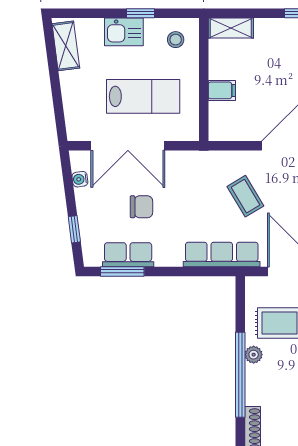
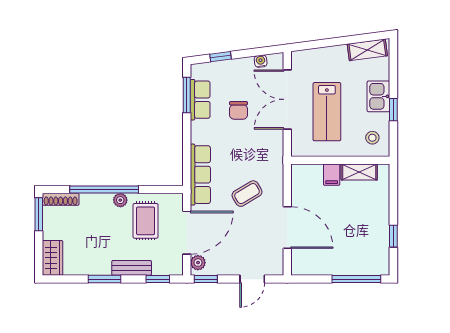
shelving: (231, 28) -> (359, 172), moved, turned 90

